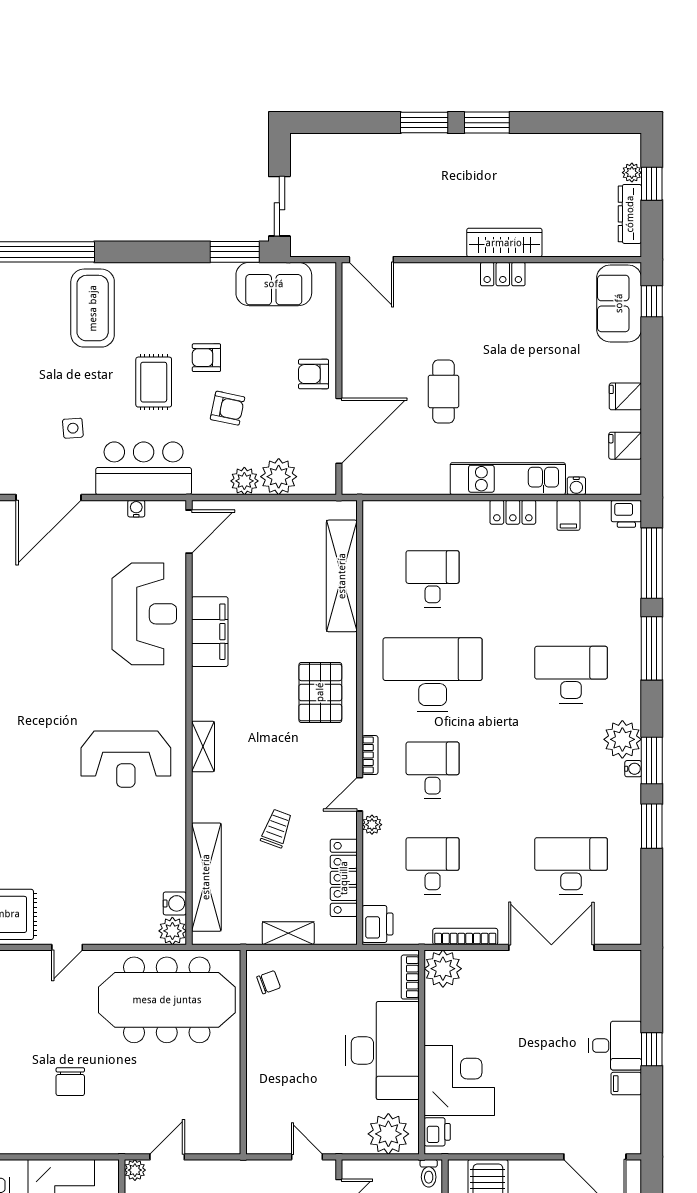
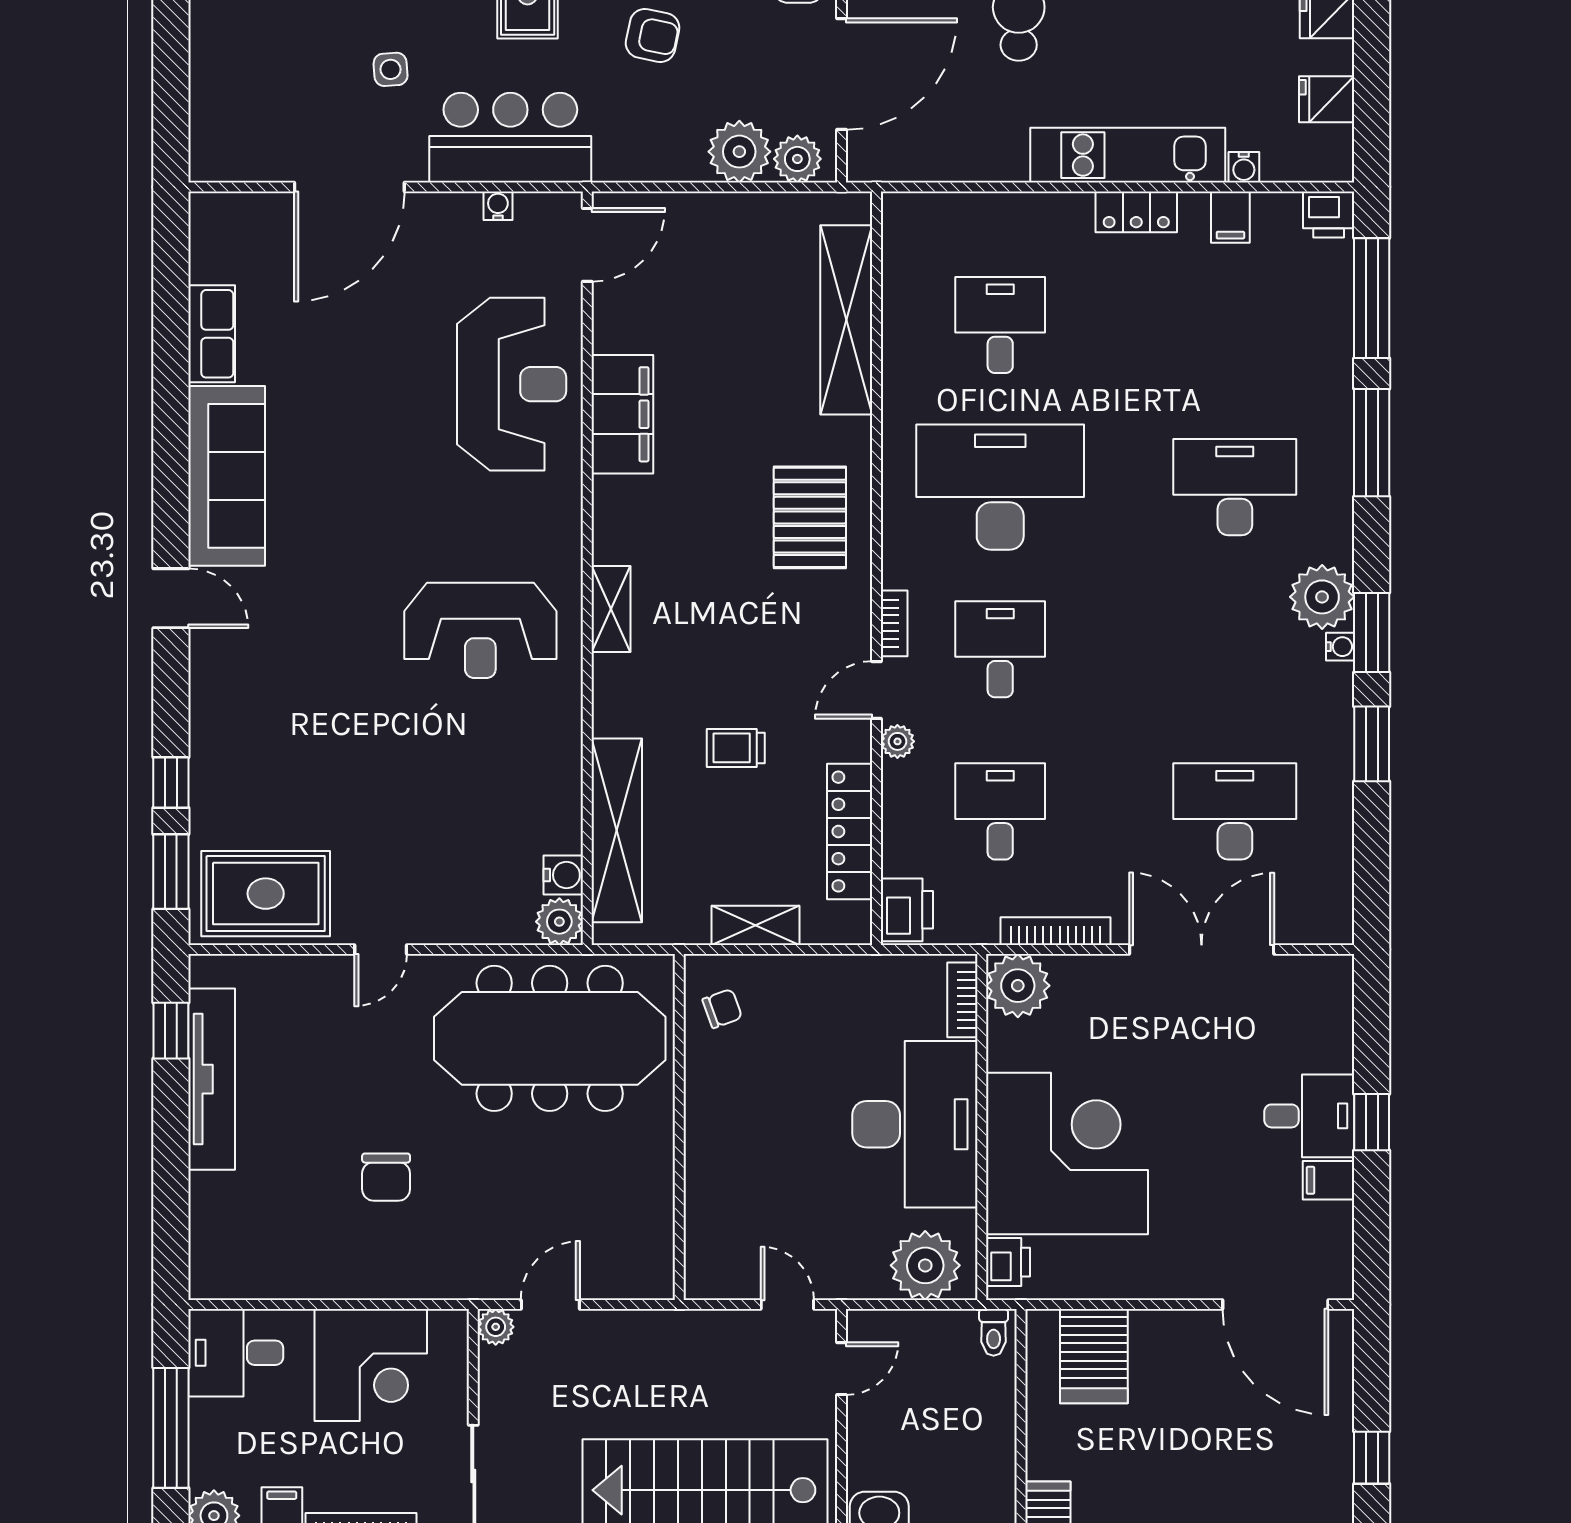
plant: (244, 481) -> (797, 159), moved
trolley: (277, 828) -> (736, 748), turned -110
corner desk: (459, 1080) -> (1067, 1154), width x1.36, depth x1.36

